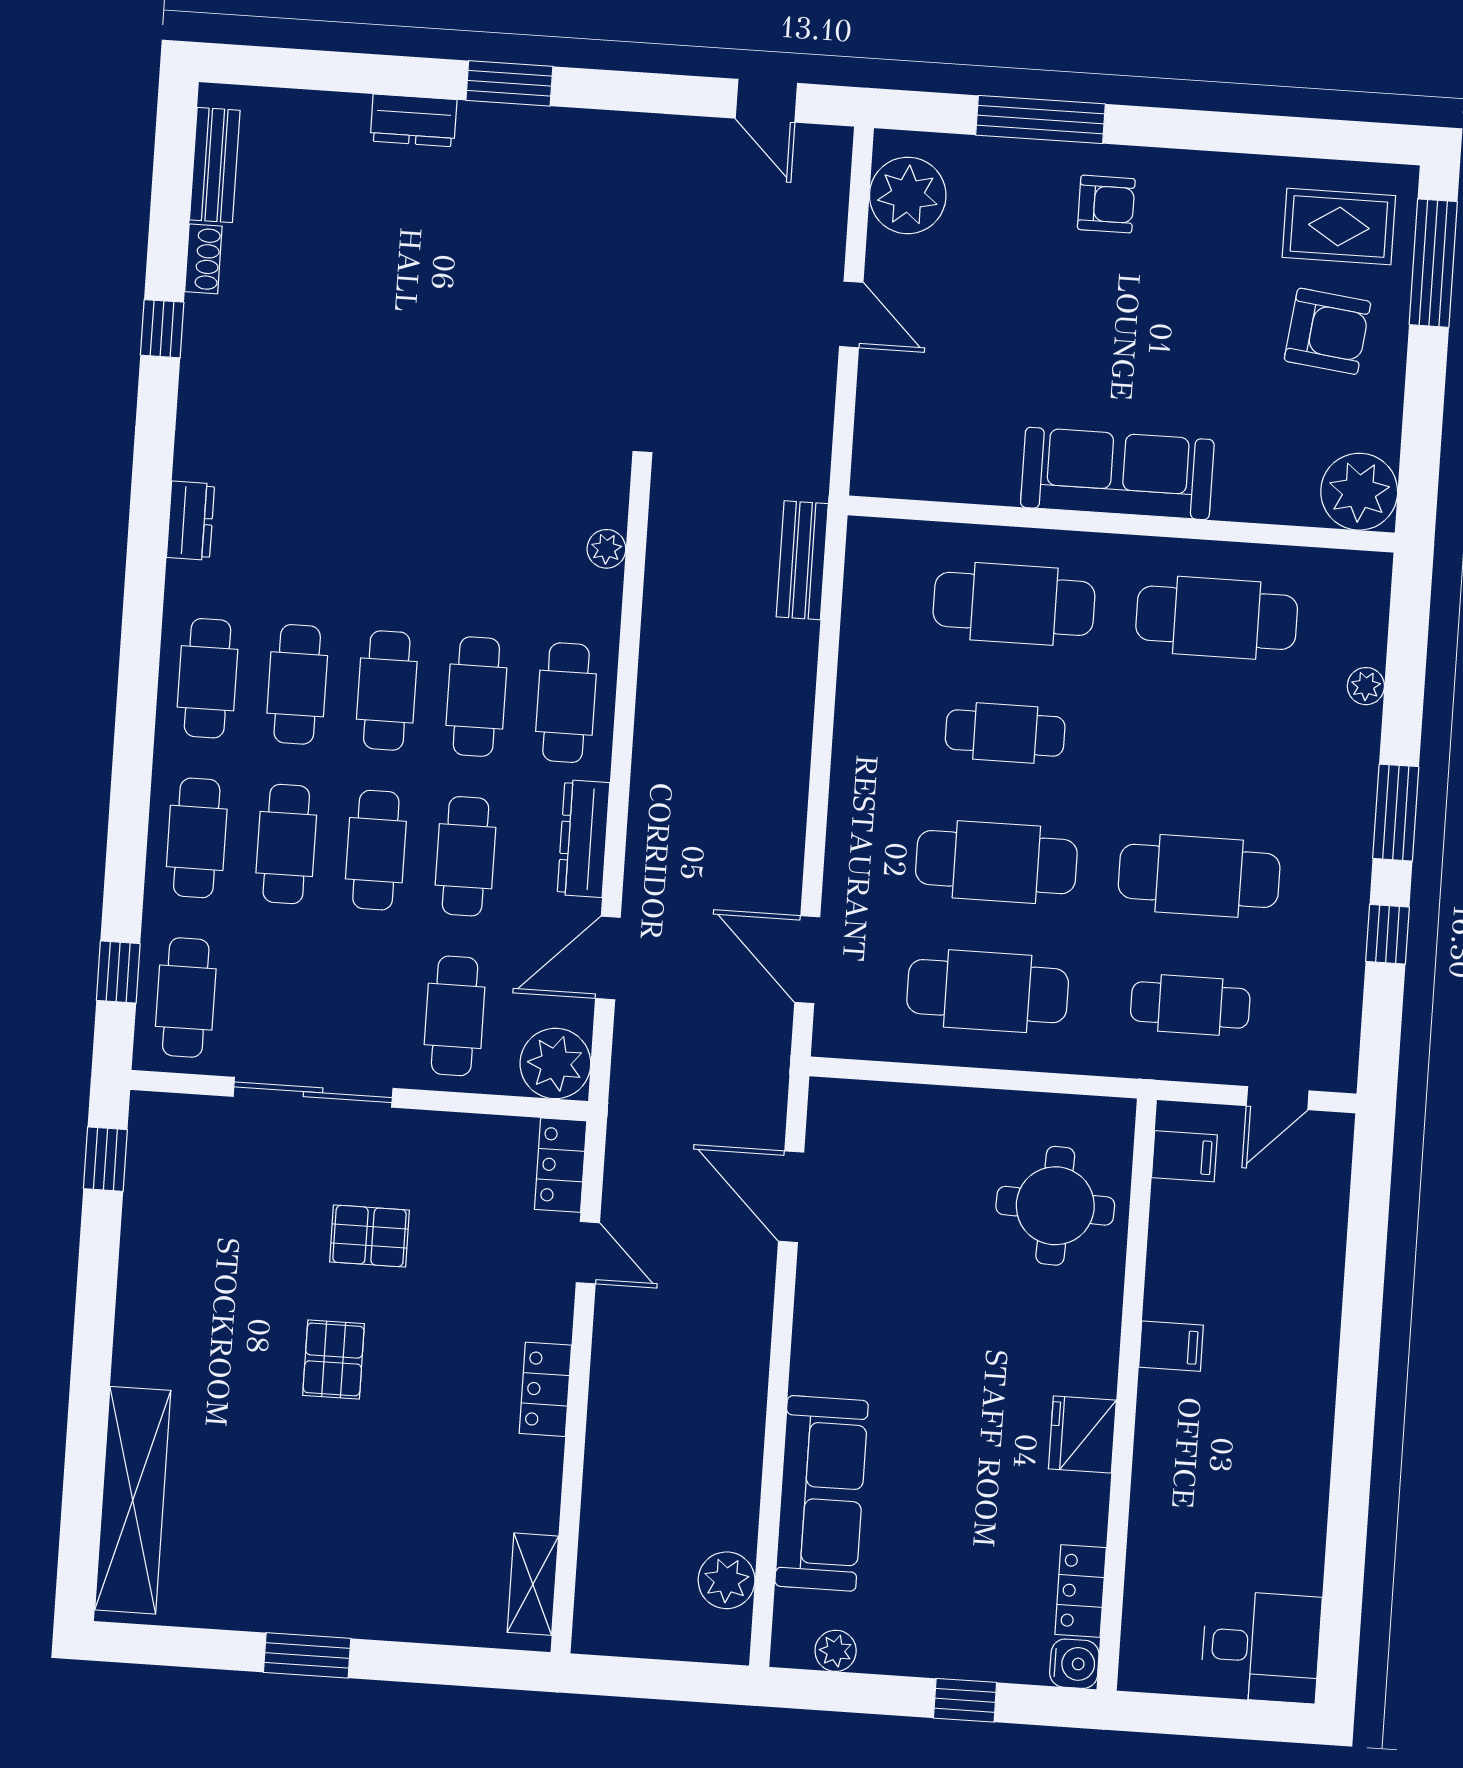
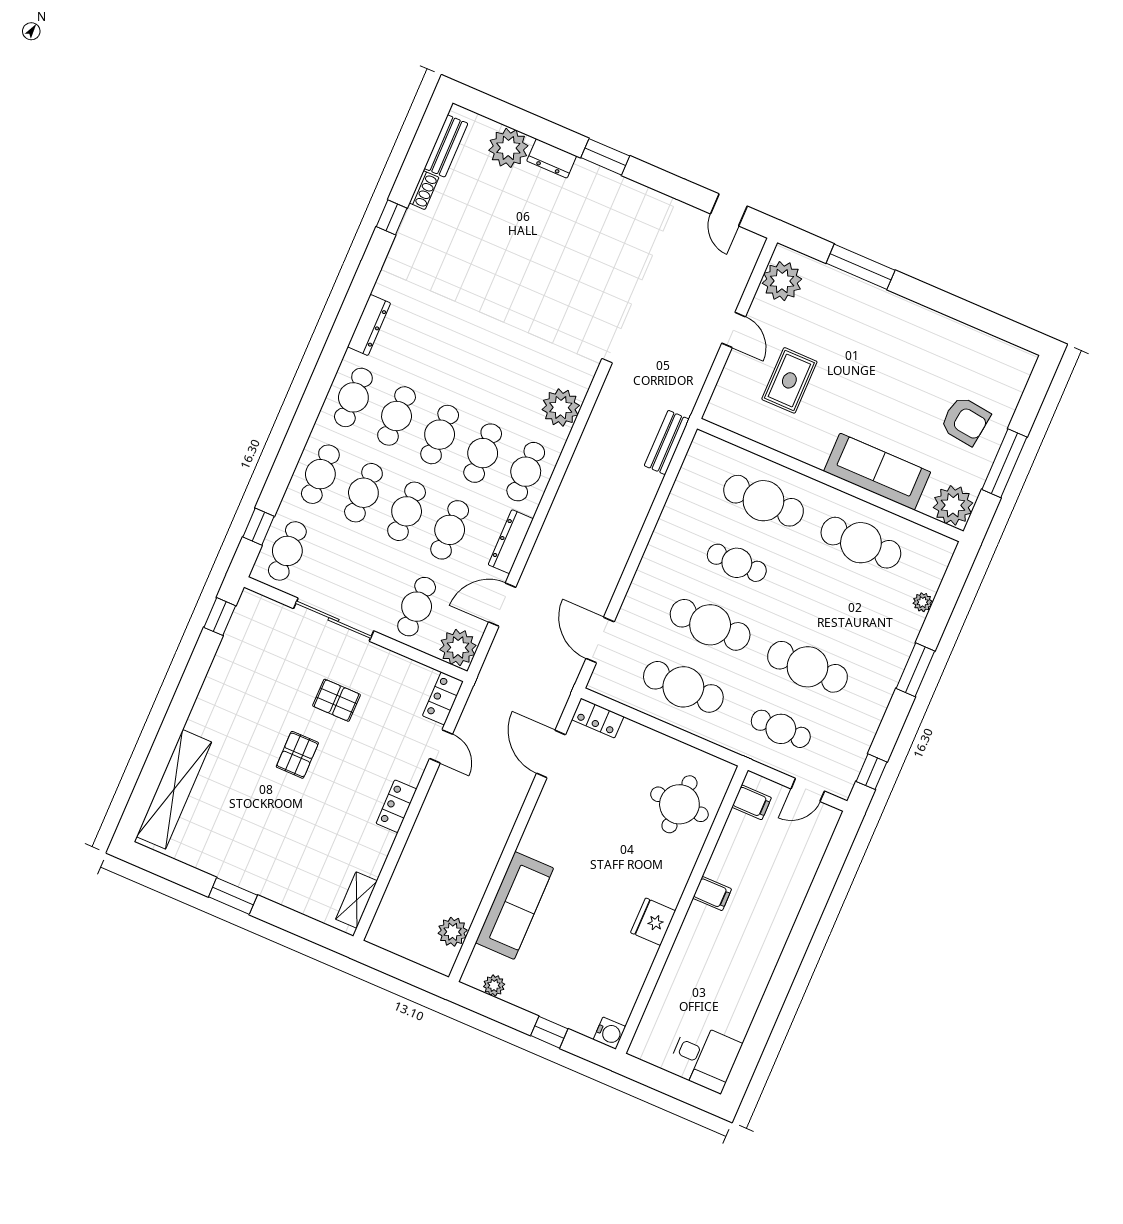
plant: (329, 129) -> (508, 148), added
armchair: (1106, 204) -> (878, 320), removed
rug: (1339, 227) -> (789, 380), moved, turned 90
window: (1433, 263) -> (1004, 463), moved
sofa: (1117, 473) -> (877, 472), moved
dresser: (191, 521) -> (369, 325), width x1.44
plant: (606, 549) -> (561, 408), width x1.88, depth x1.88
window: (1388, 934) -> (871, 772), moved
locker: (1081, 1591) -> (598, 718), moved, turned -90

